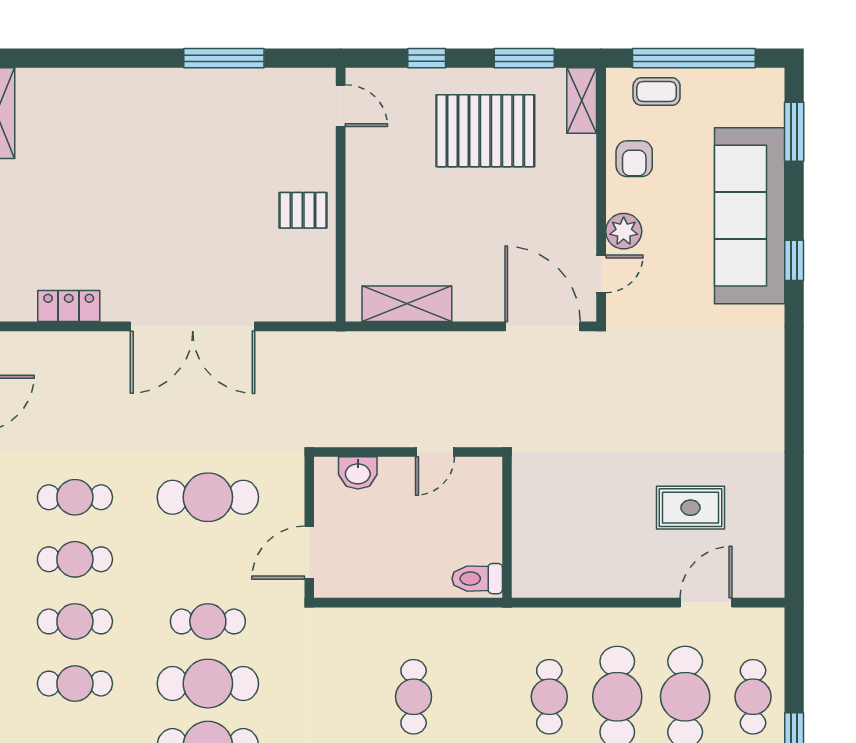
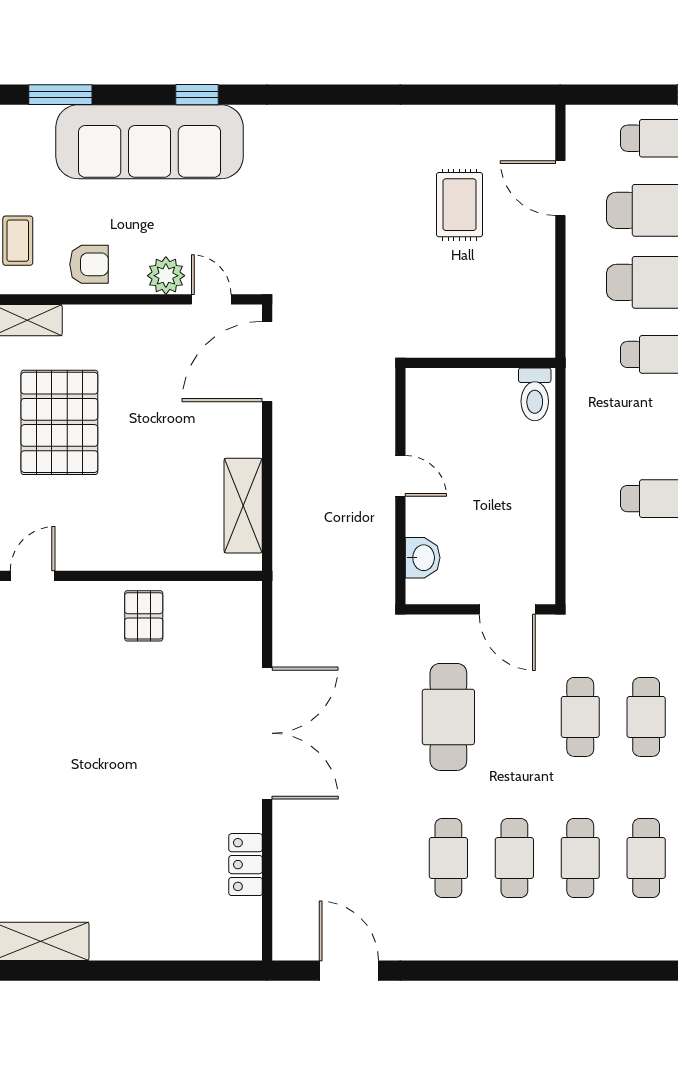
wall: (507, 527) -> (480, 363), moved
toilet: (477, 579) -> (535, 394), moved
cafe table: (208, 684) -> (646, 717), width x0.73, depth x0.74

